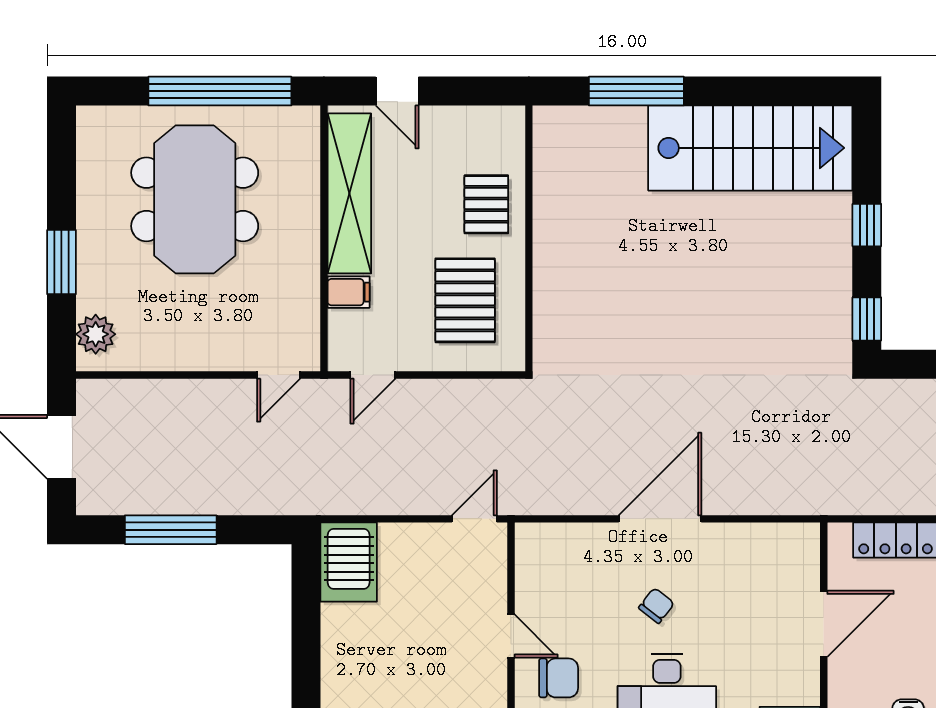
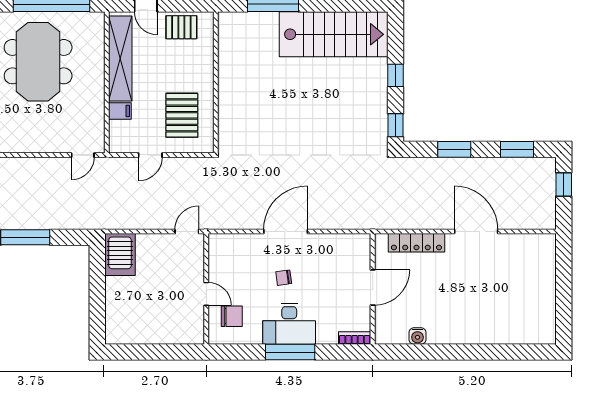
pallet: (486, 204) -> (181, 27), moved, turned 90
door: (373, 375) -> (150, 155), moved
chair: (656, 606) -> (284, 278), turned -136

